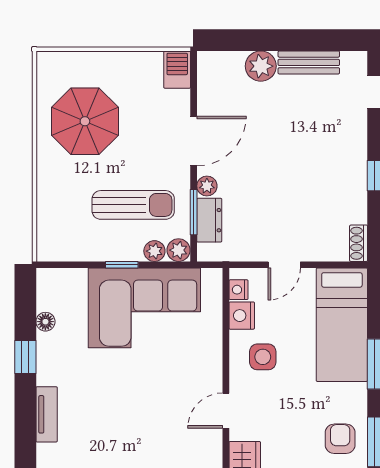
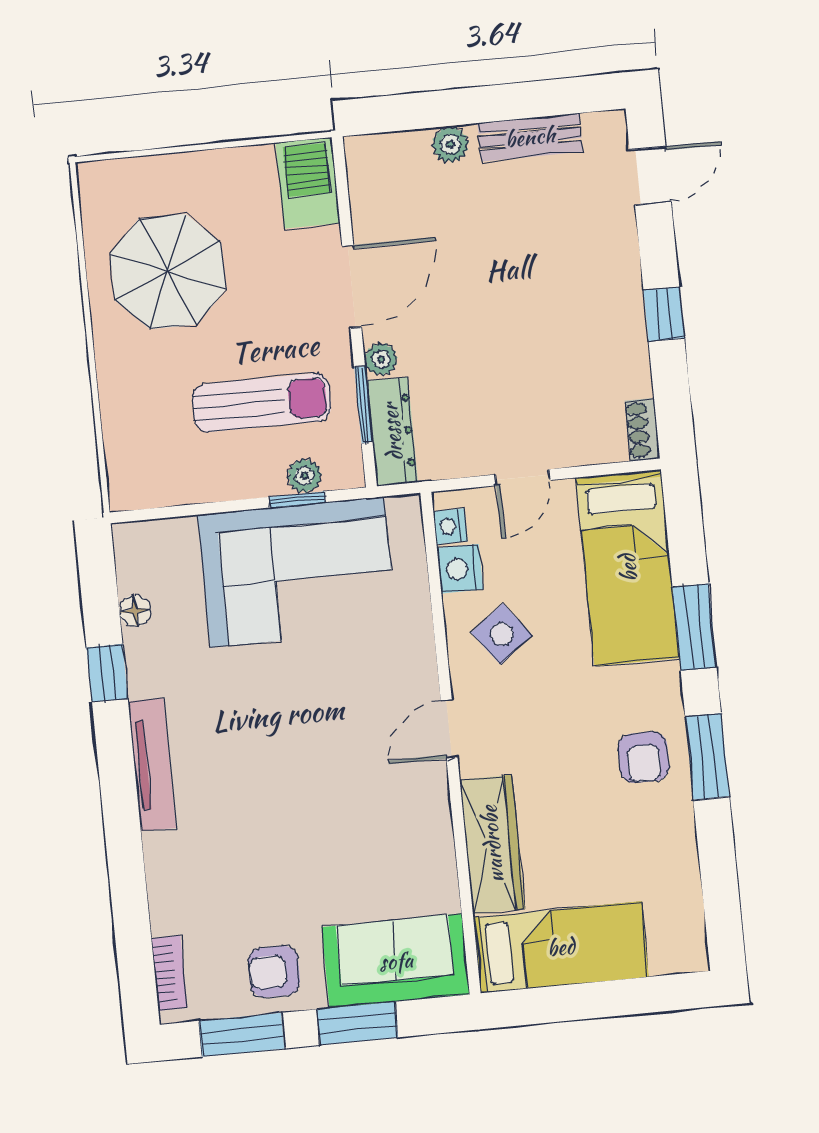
plant: (261, 66) -> (450, 144), width x0.73, depth x0.73
barbecue: (177, 70) -> (308, 183), width x1.38, depth x1.27
dresser: (209, 220) -> (392, 432), width x1.44
plant: (178, 250) -> (344, 470), removed
window: (122, 265) -> (297, 499), moved
side table: (263, 357) -> (502, 634), turned -37
tv unit: (47, 414) -> (152, 765), width x1.41
armchair: (340, 439) -> (644, 757), turned 180

